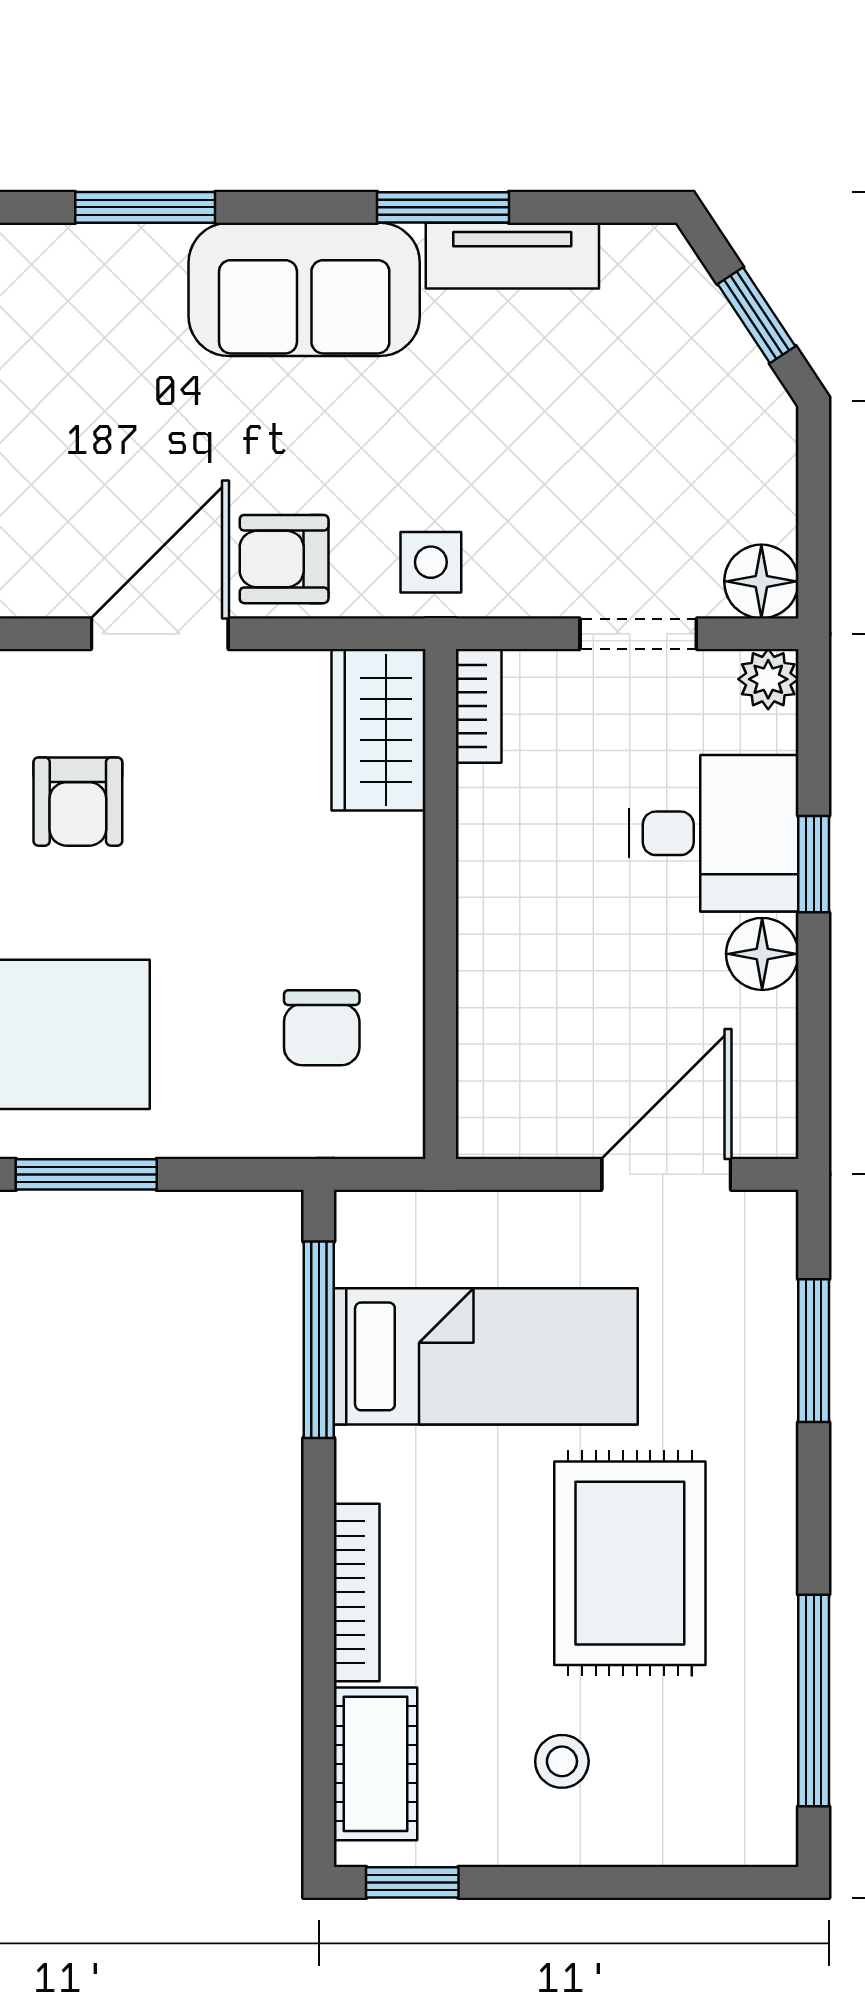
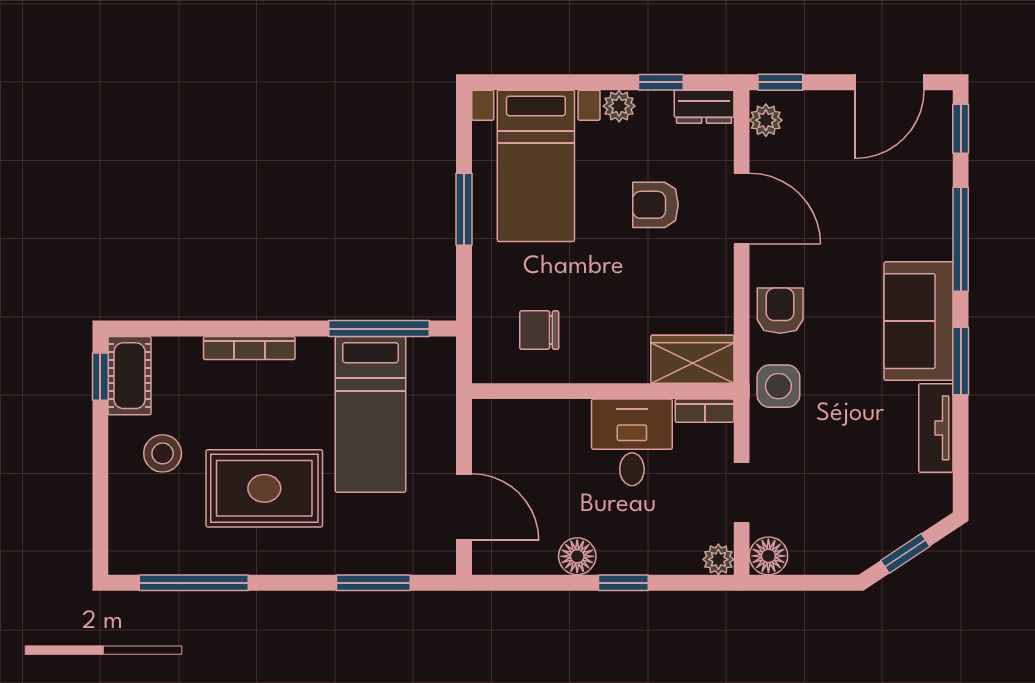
window: (145, 207) -> (961, 239), width x1.44
window: (443, 207) -> (961, 361), moved
side table: (431, 562) -> (778, 386), width x1.37, depth x1.37
door: (160, 634) -> (742, 209), moved
desk: (714, 833) -> (632, 442), moved, turned 180
stool: (562, 1761) -> (163, 453), width x1.37, depth x1.37
cot: (376, 1764) -> (130, 376), moved, turned 90

